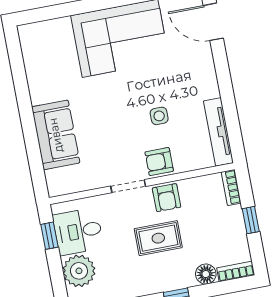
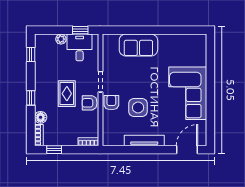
side table: (159, 116) -> (138, 108), width x1.87, depth x1.87
tv unit: (218, 132) -> (144, 140), moved
window: (251, 220) -> (54, 150), moved
plant: (79, 271) -> (61, 39), width x0.53, depth x0.53

